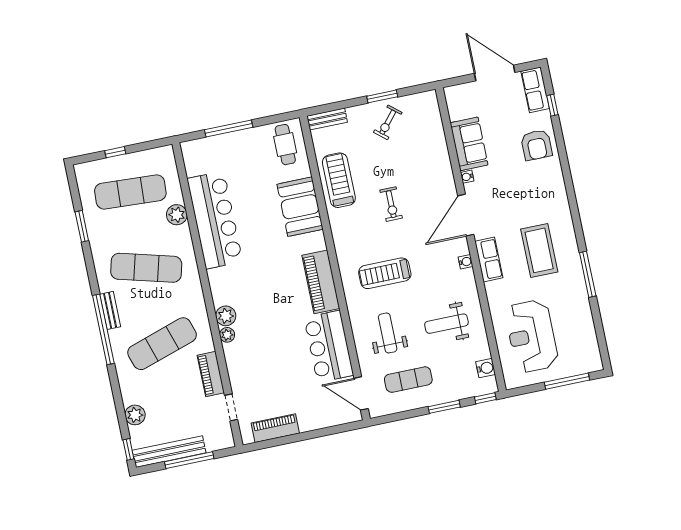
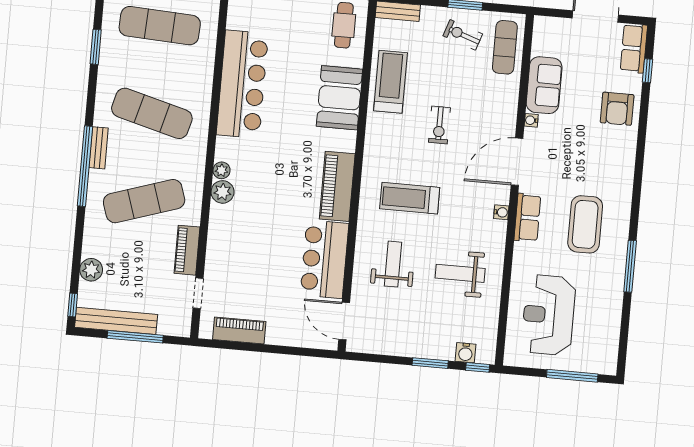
exercise bike: (388, 122) -> (463, 35), turned 69
plant: (177, 215) -> (203, 66), removed
plant: (227, 335) -> (222, 170), moved
water cooler: (486, 368) -> (466, 353), moved, turned 90
exercise mat: (408, 380) -> (505, 47), moved, turned 90

